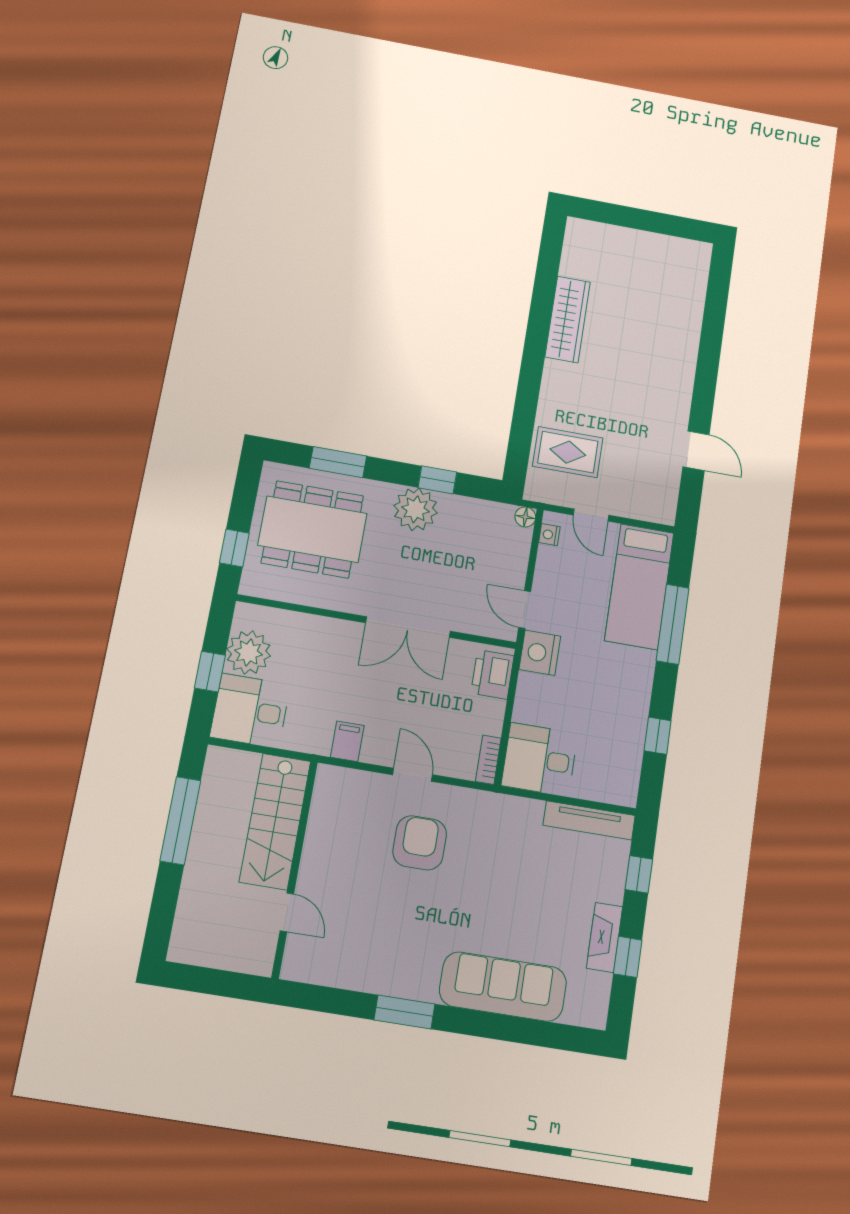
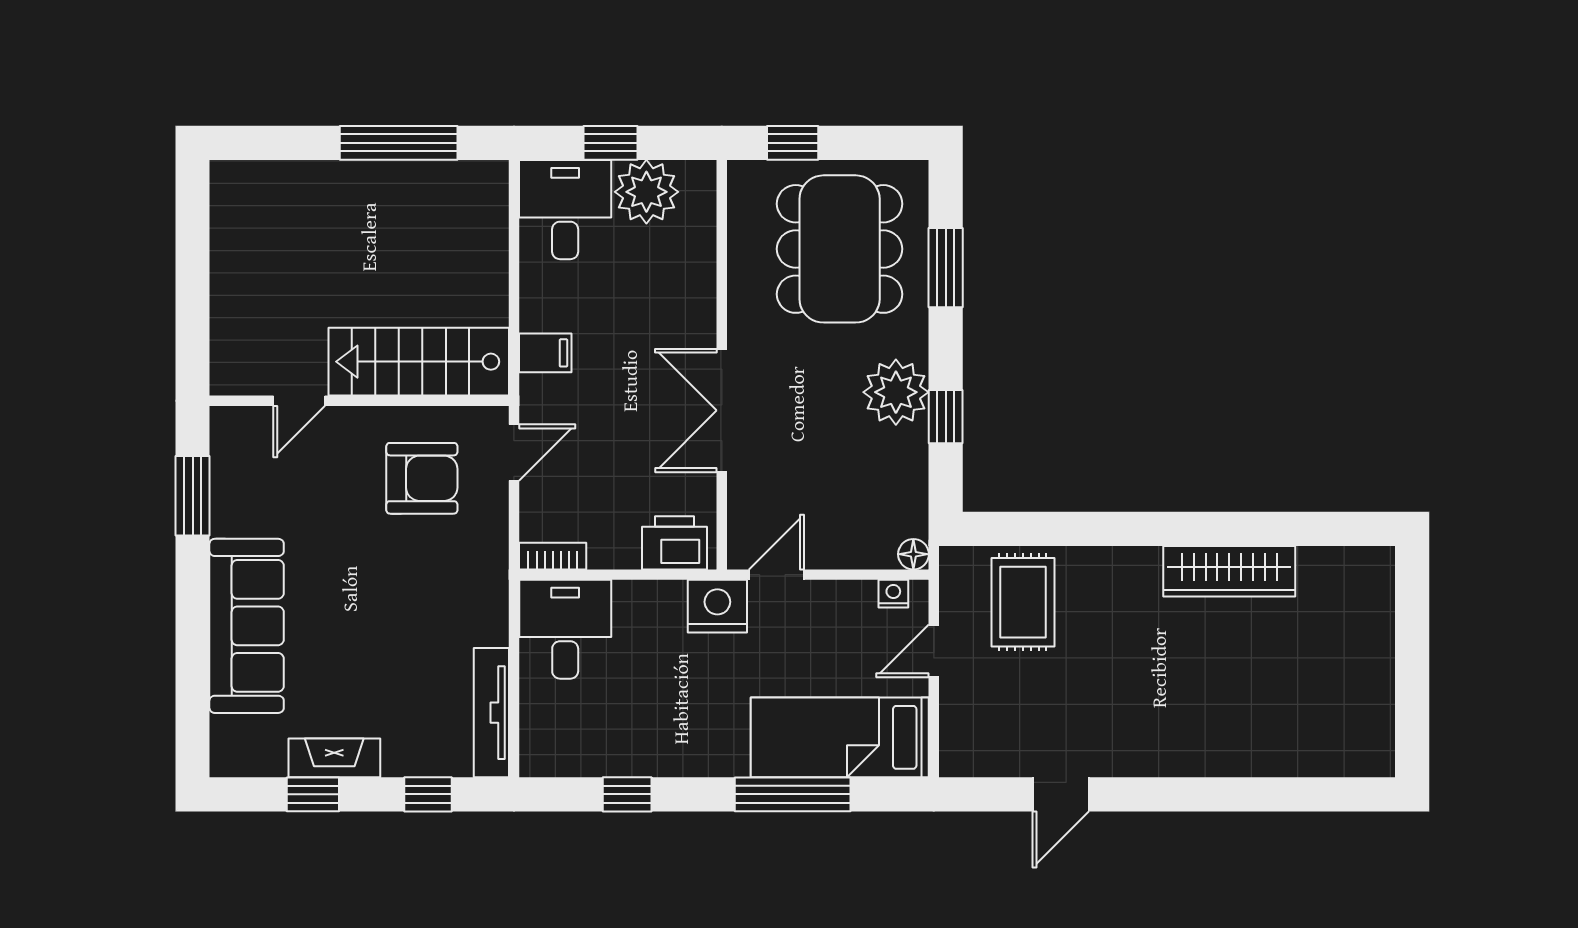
stairs: (275, 821) -> (419, 362), moved
wall: (295, 869) -> (359, 401), moved
door: (287, 912) -> (299, 401), moved

